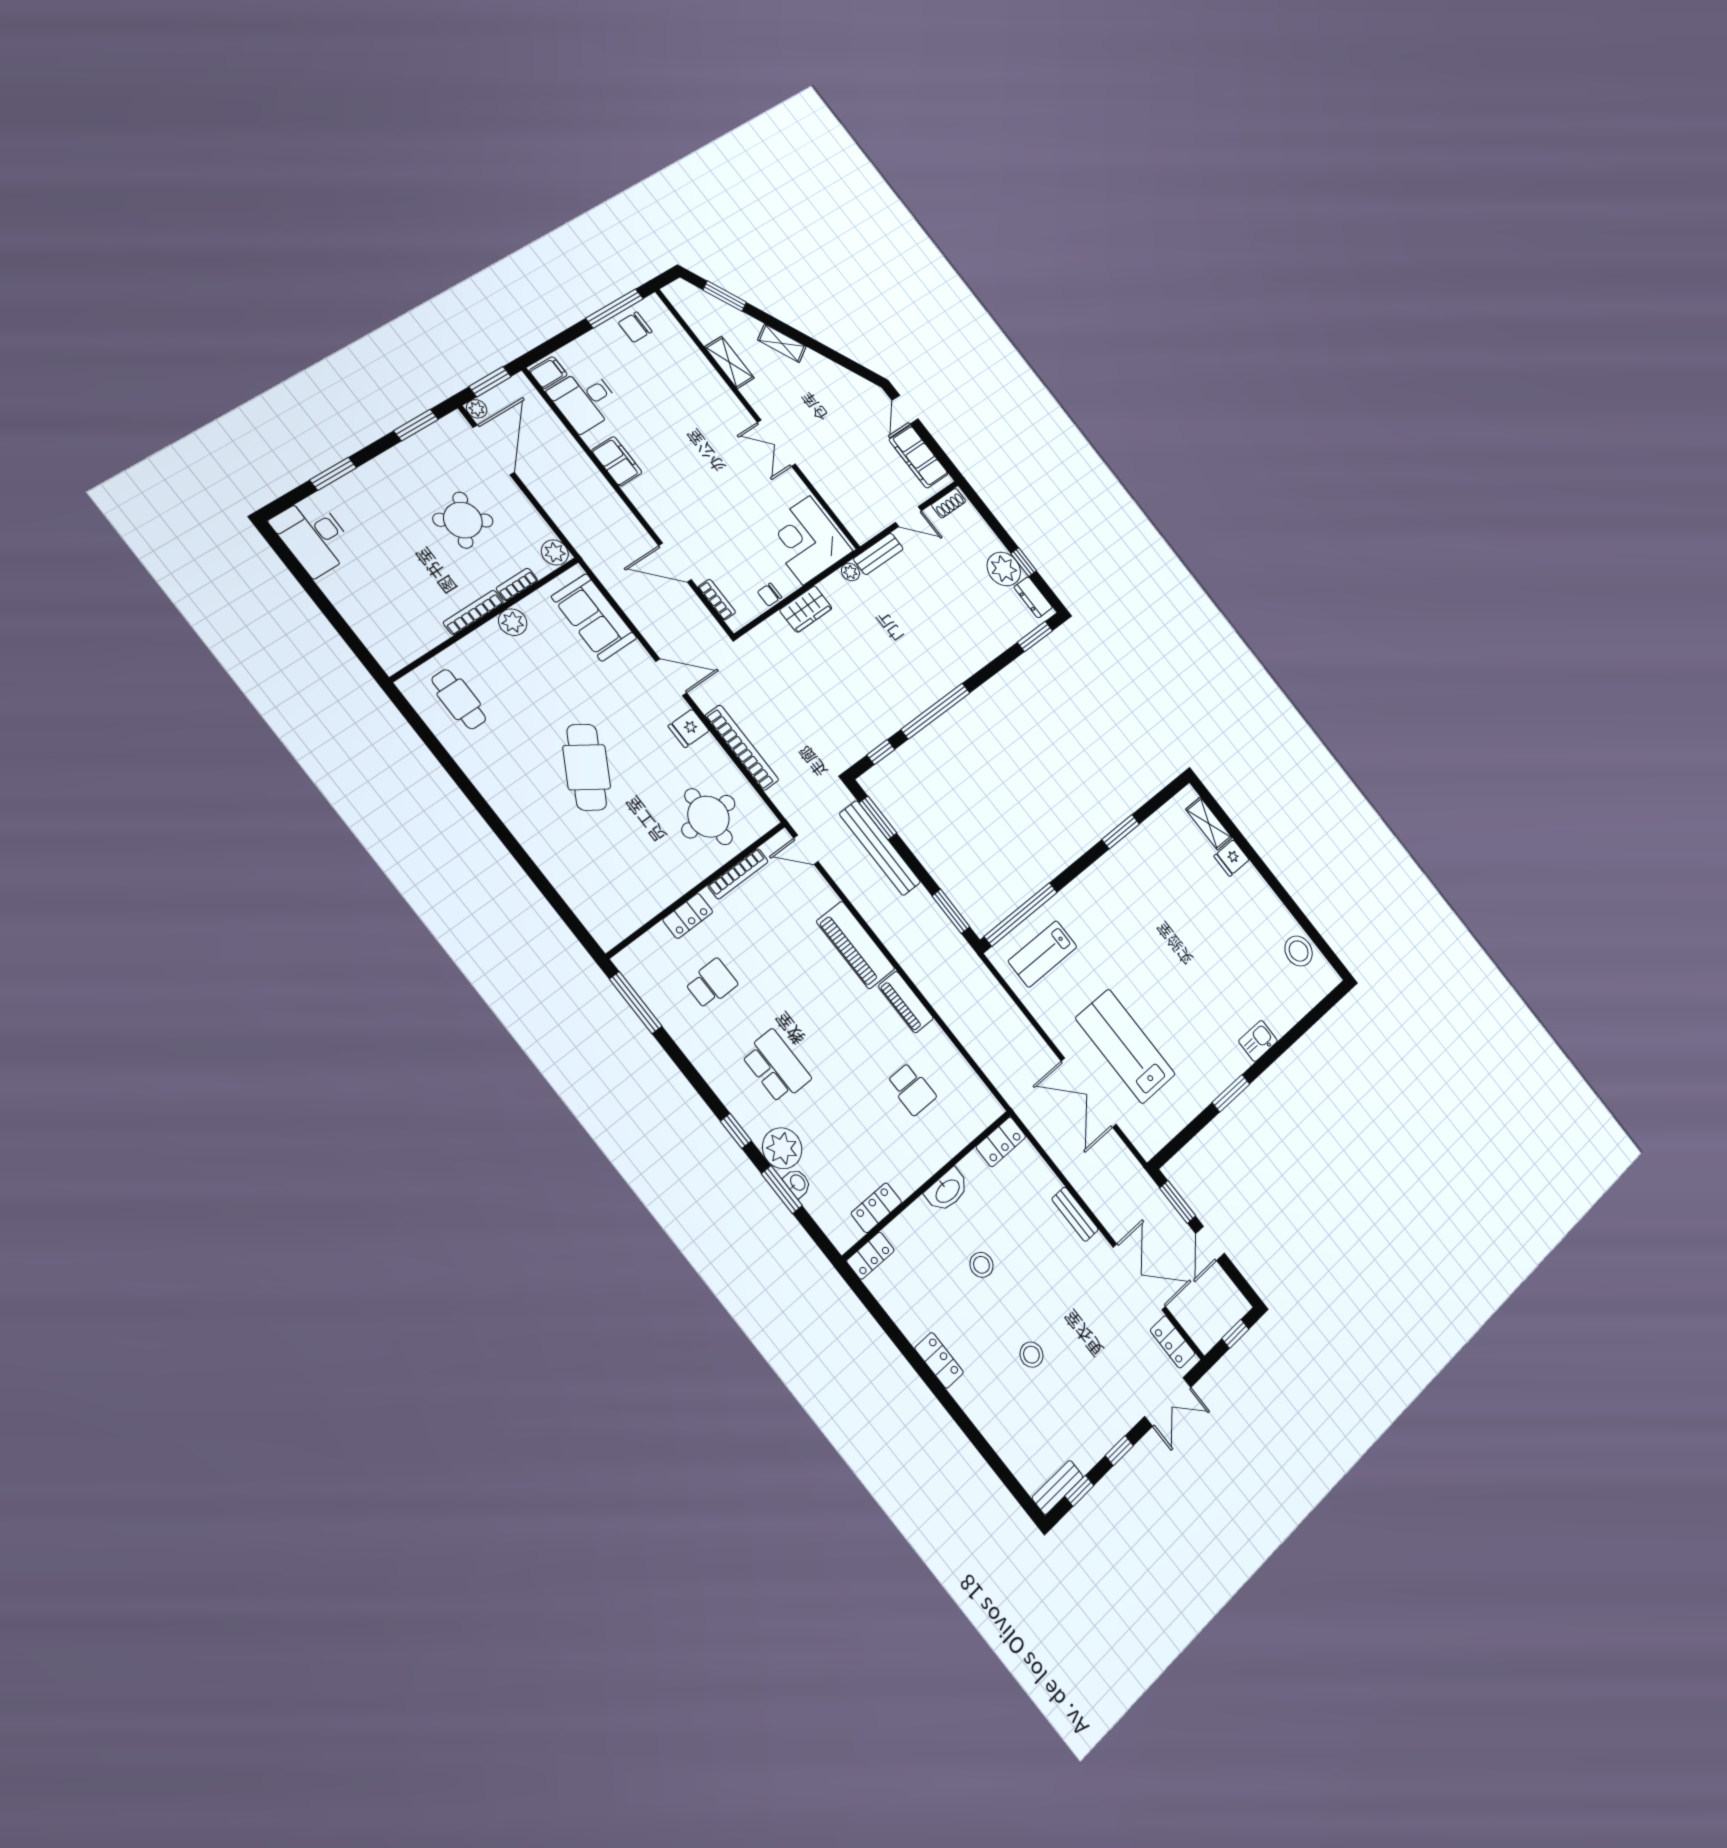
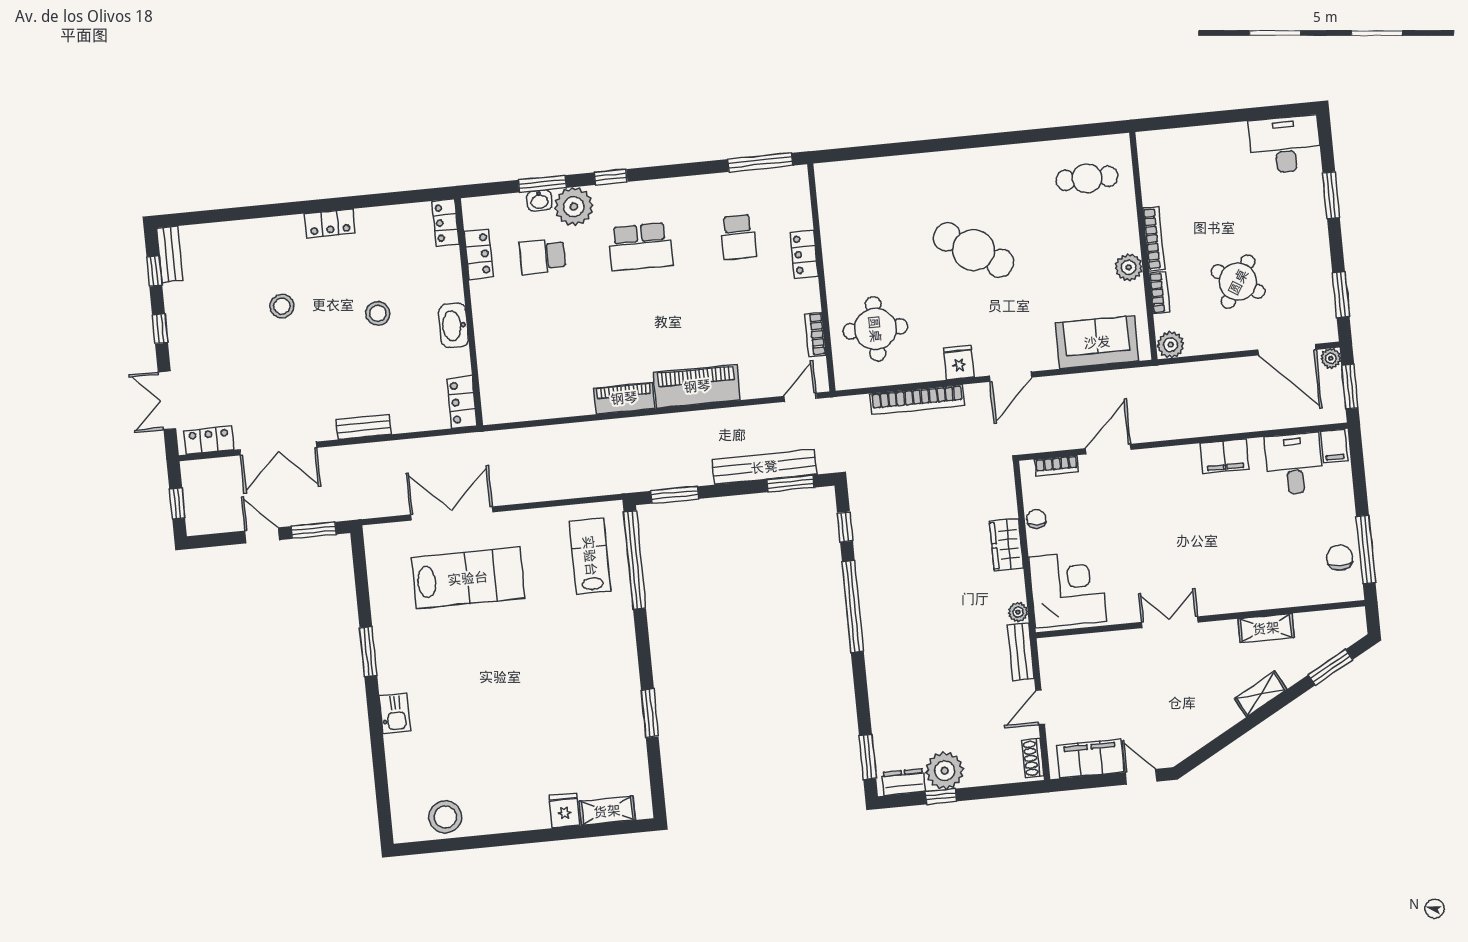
bookcase: (738, 874) -> (815, 334), width x0.64
school desk: (912, 1089) -> (542, 256), moved

